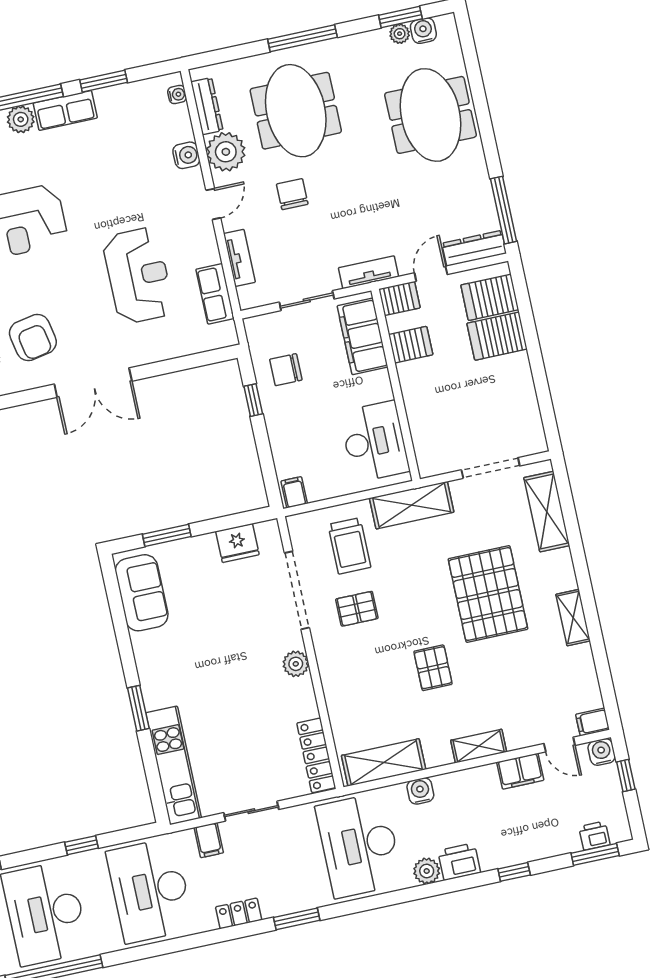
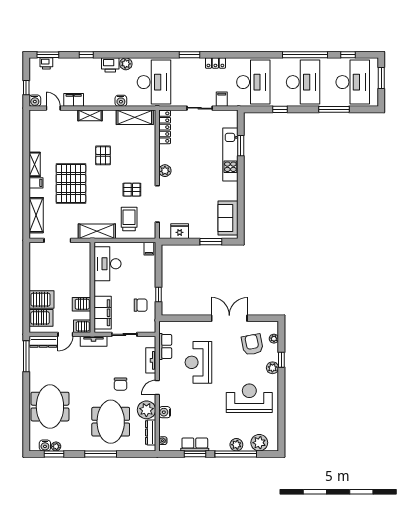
row of seats: (65, 110) -> (195, 444), moved
window: (138, 708) -> (241, 146), moved
filing cabinet: (593, 722) -> (36, 183), moved
kitchen unit: (174, 765) -> (230, 154), moved

